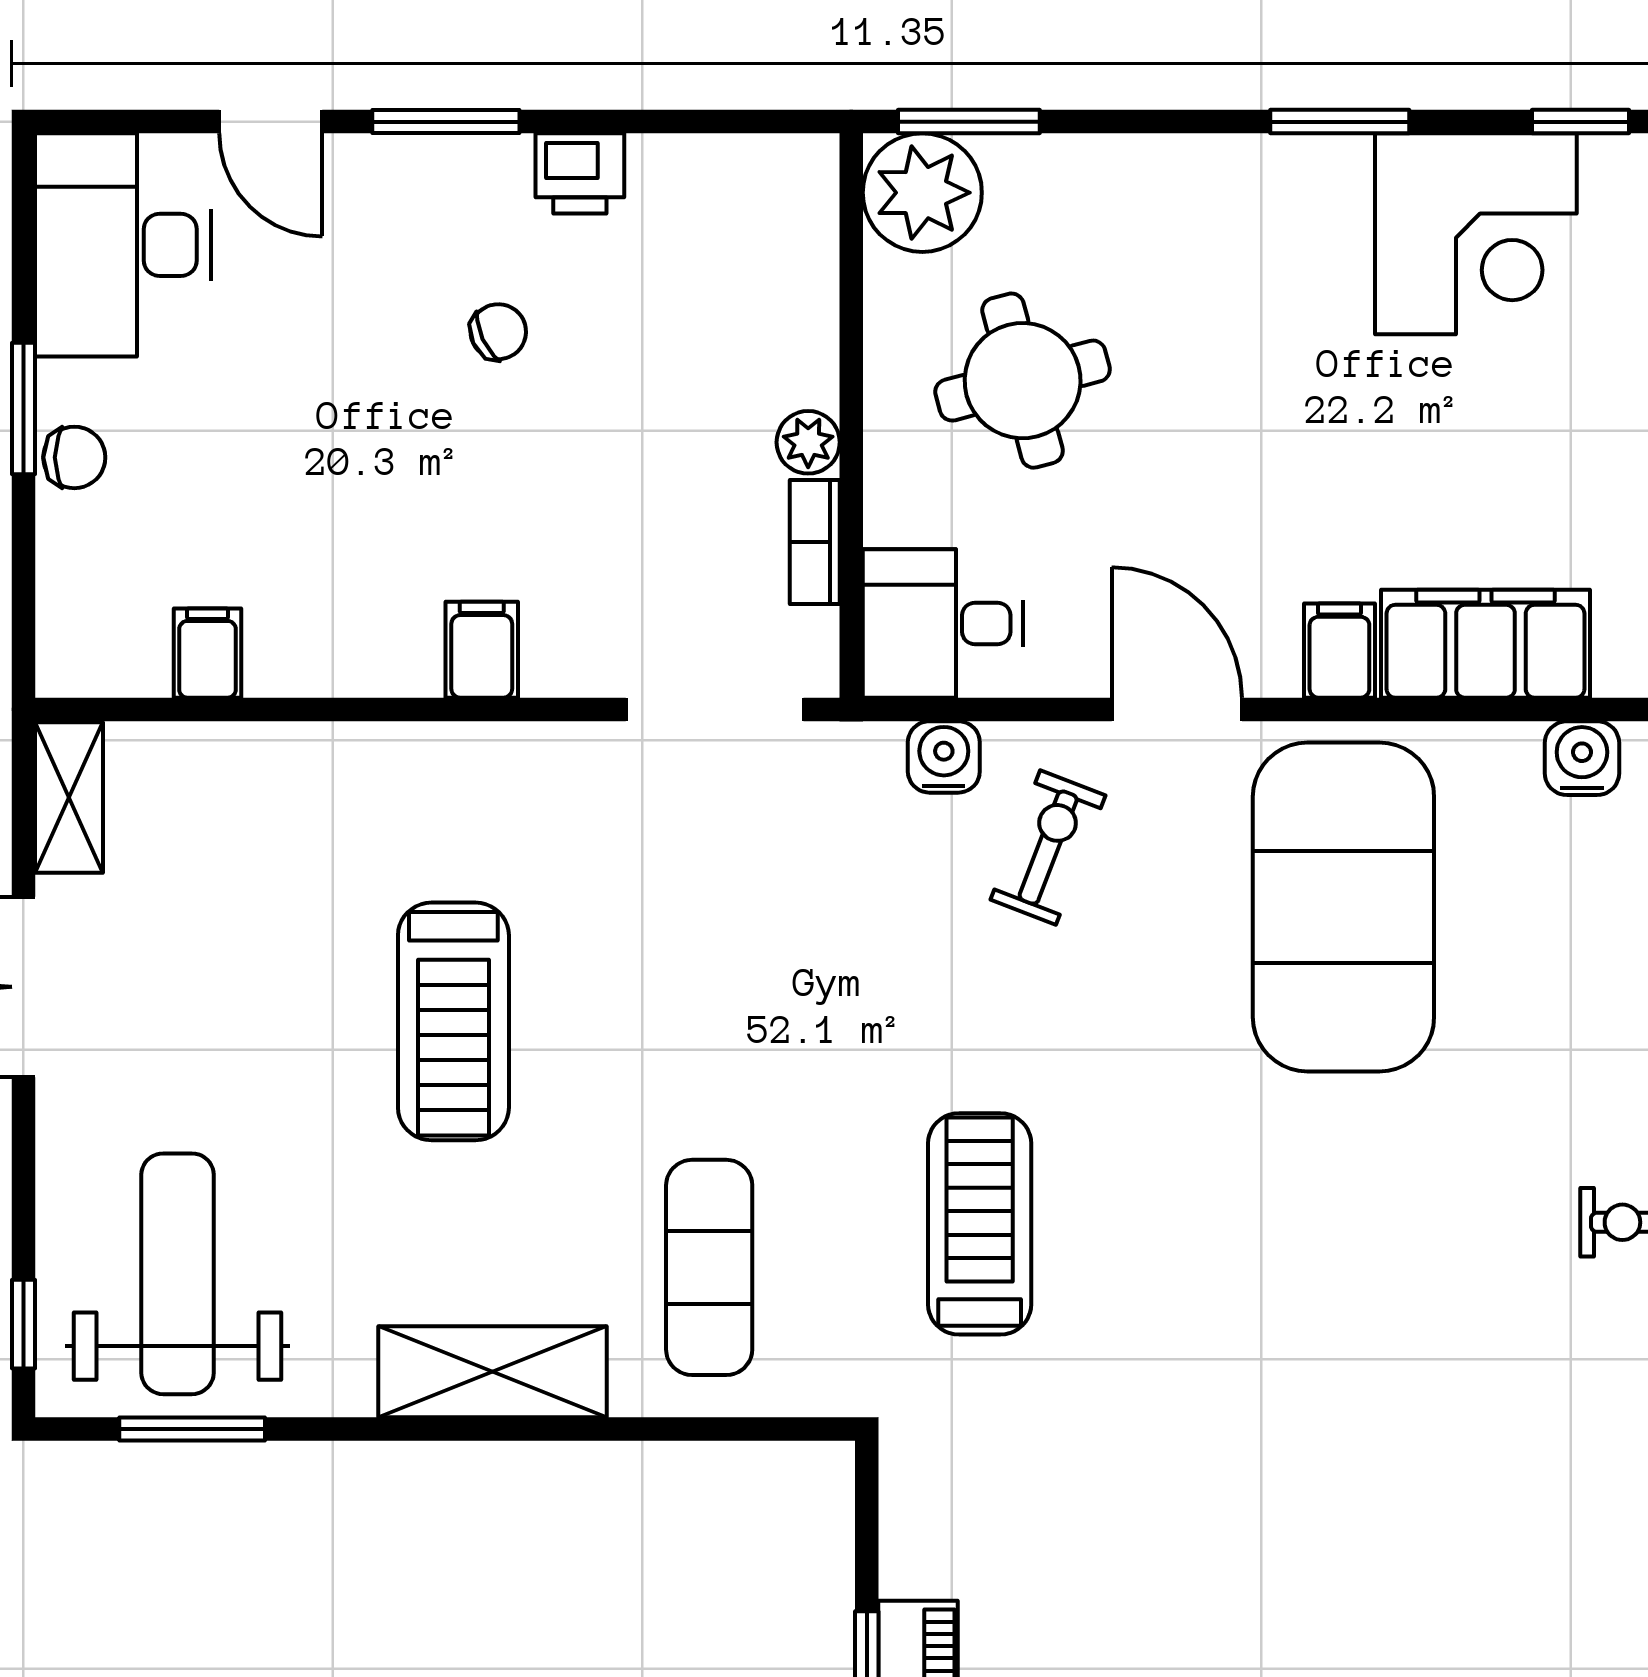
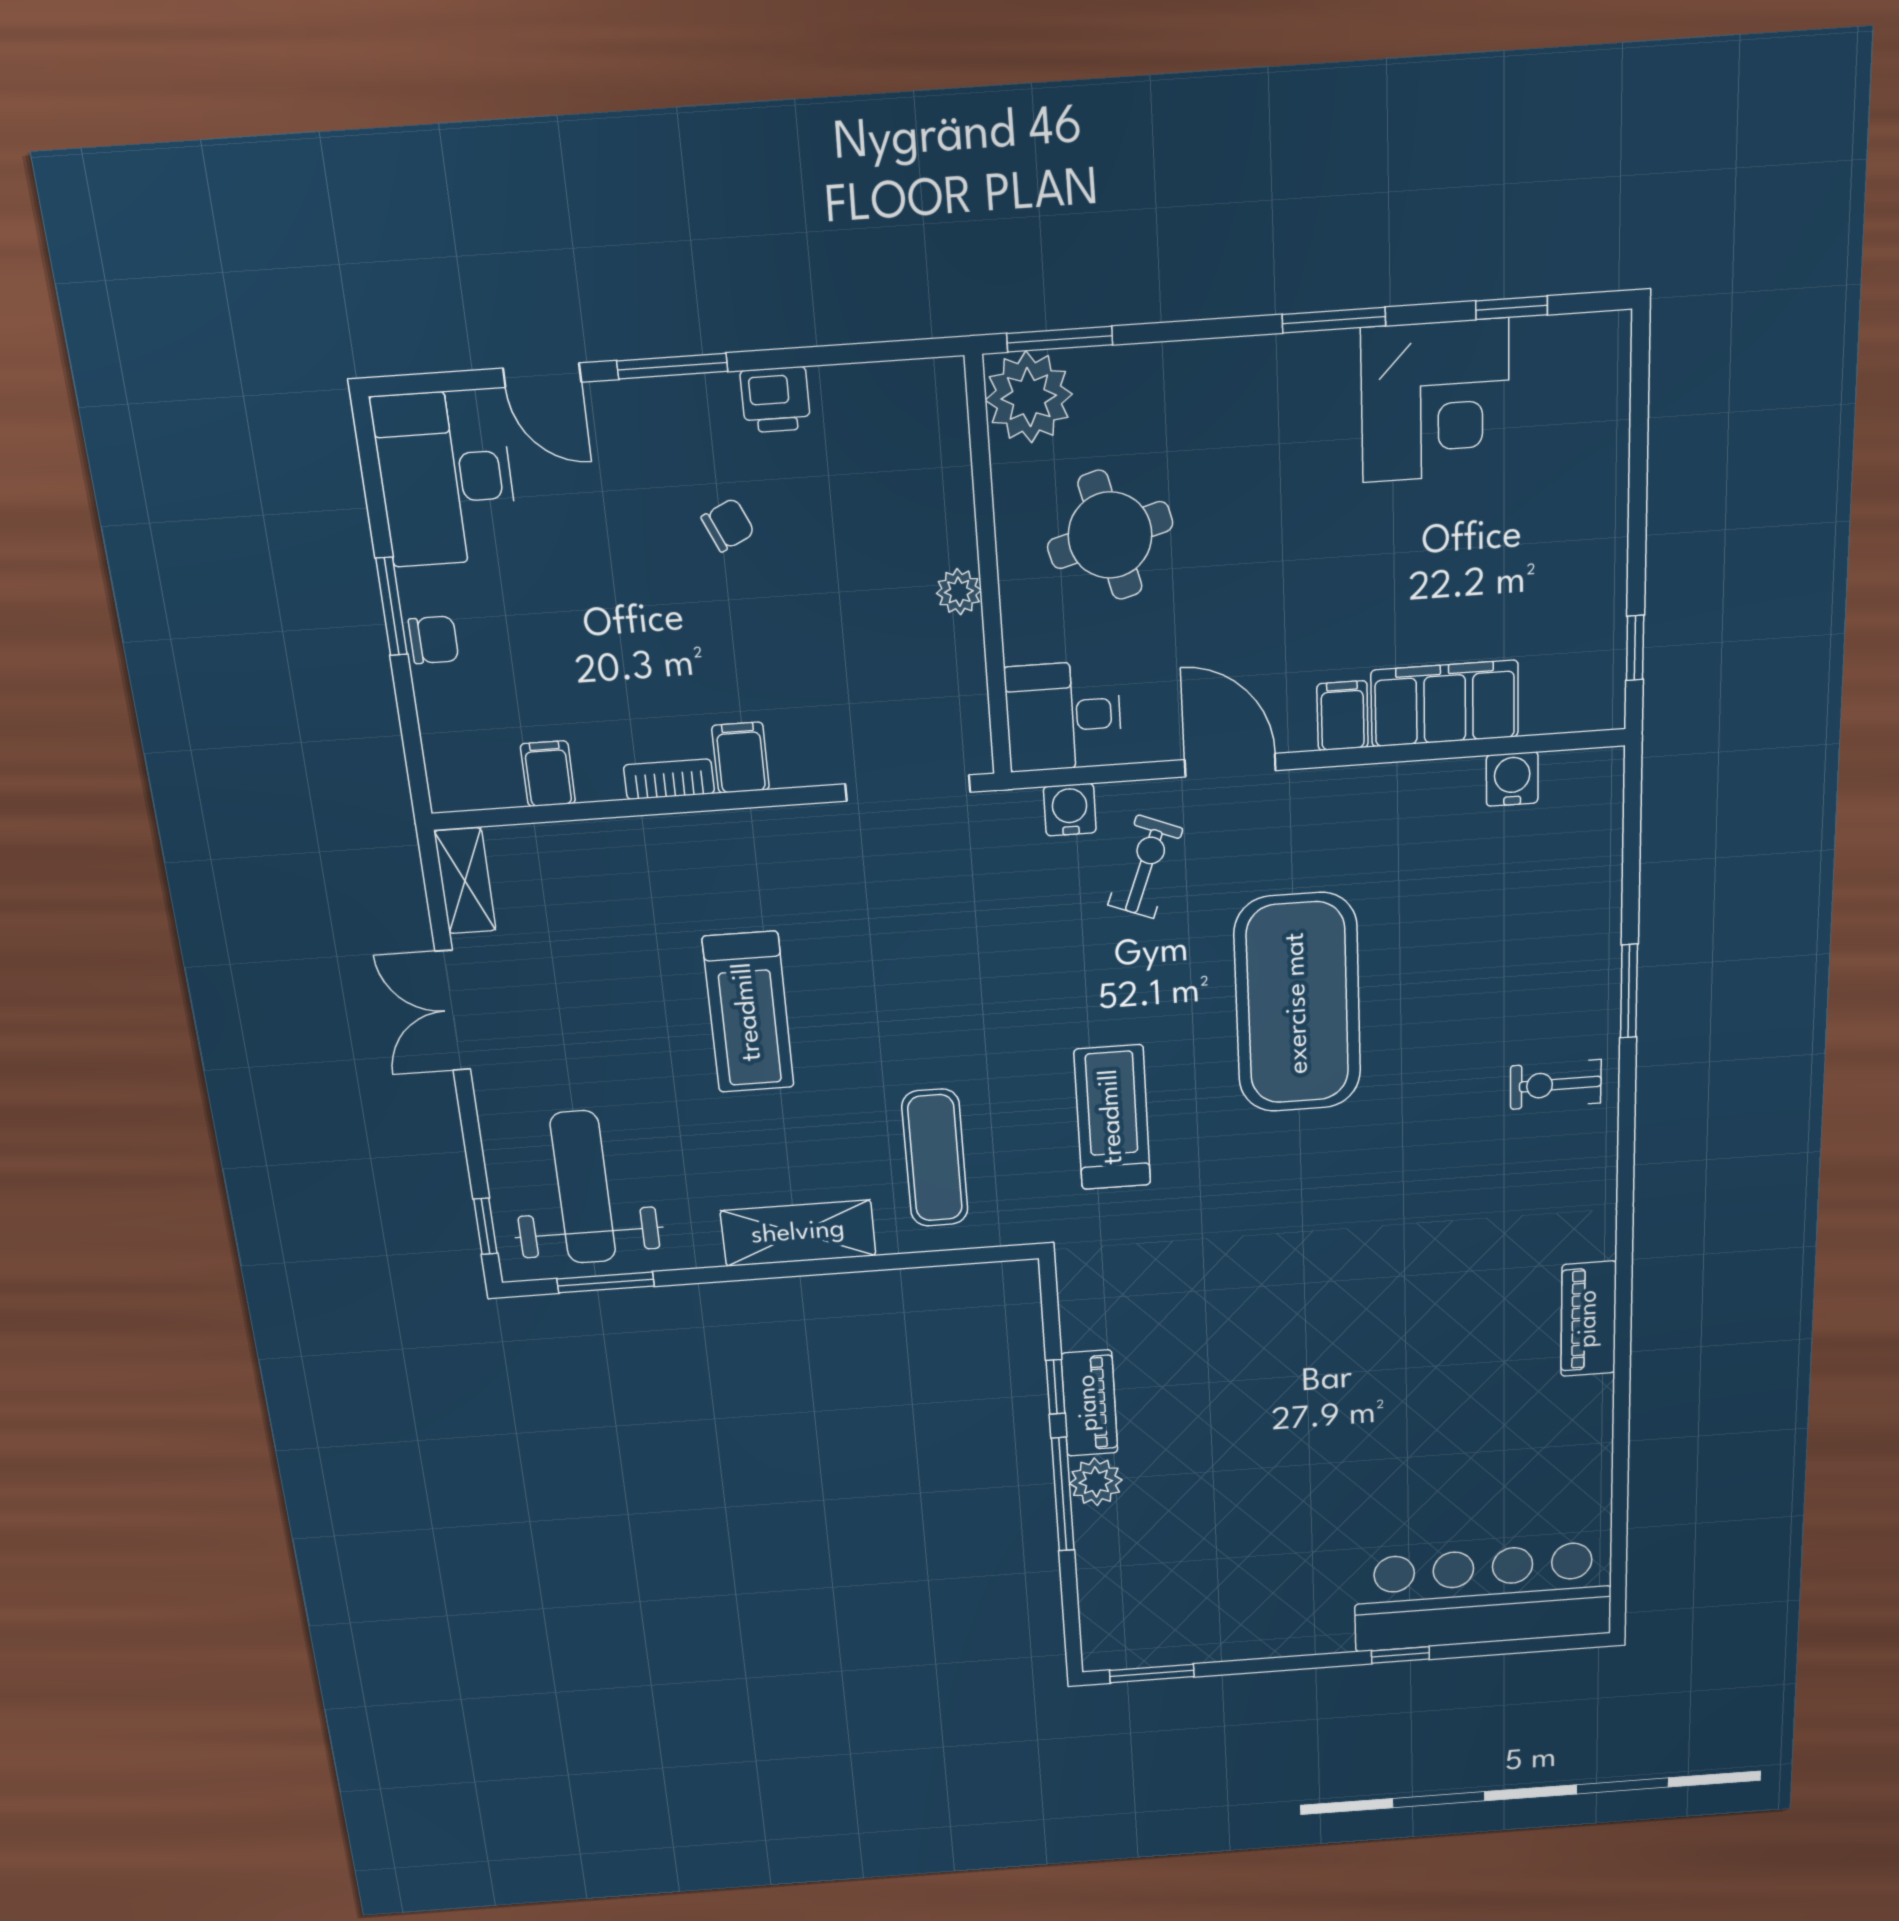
bookcase: (815, 542) -> (669, 779), moved, turned 90
exercise mat: (1343, 907) -> (1298, 1003), moved

